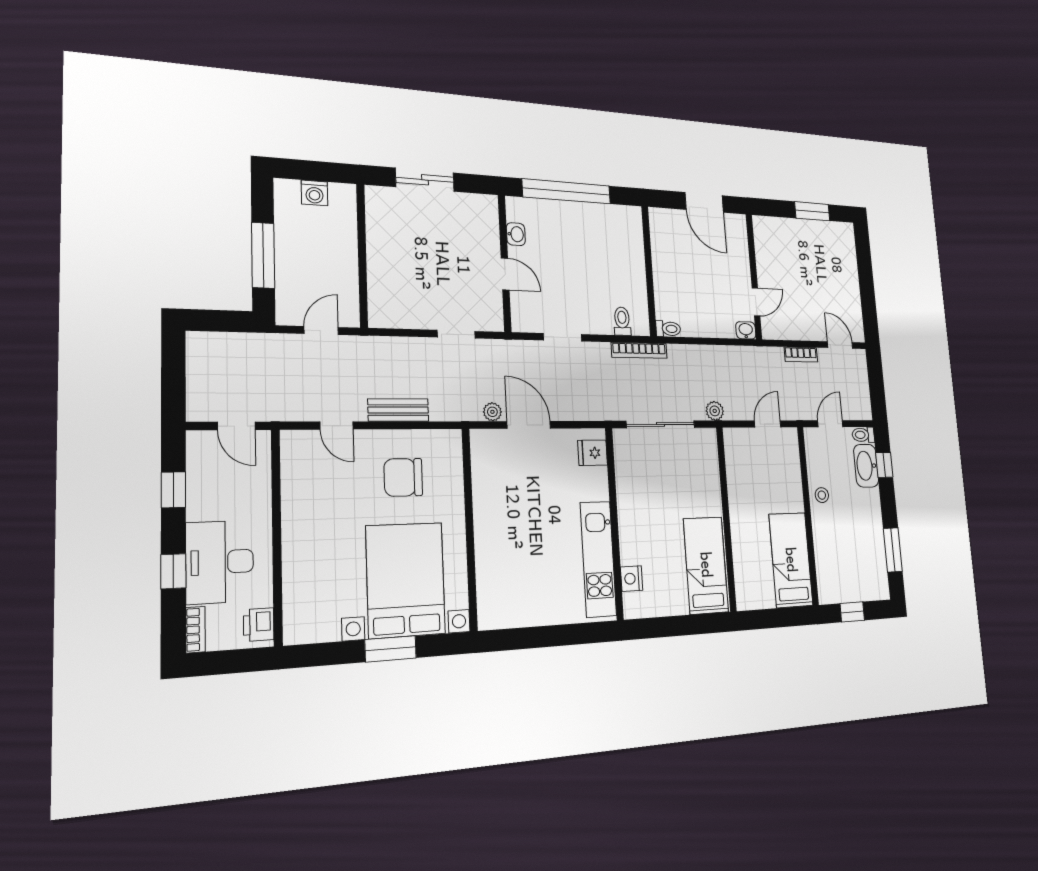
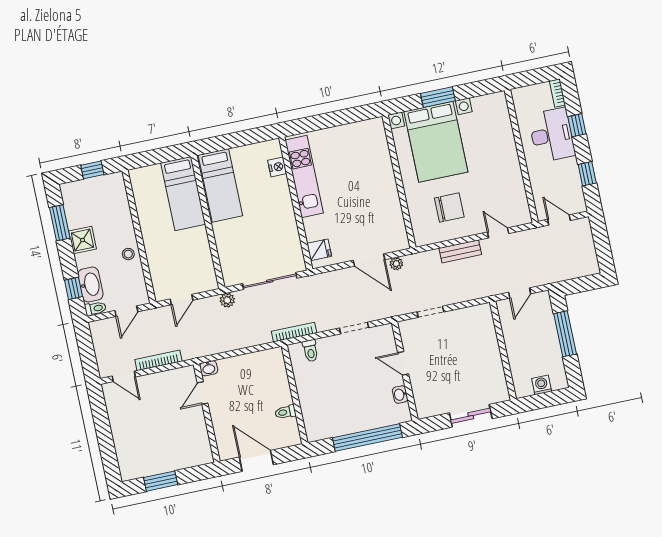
toilet: (668, 329) -> (285, 412), moved
bookcase: (801, 355) -> (158, 360), width x1.56
shower: (870, 523) -> (82, 240), added
bed: (791, 560) -> (183, 194), moved
printer: (259, 625) -> (522, 101), removed

